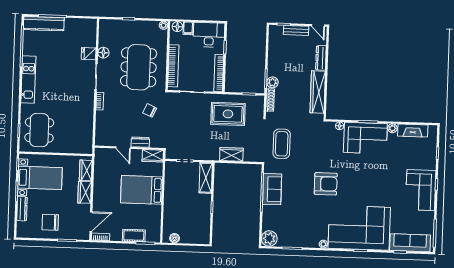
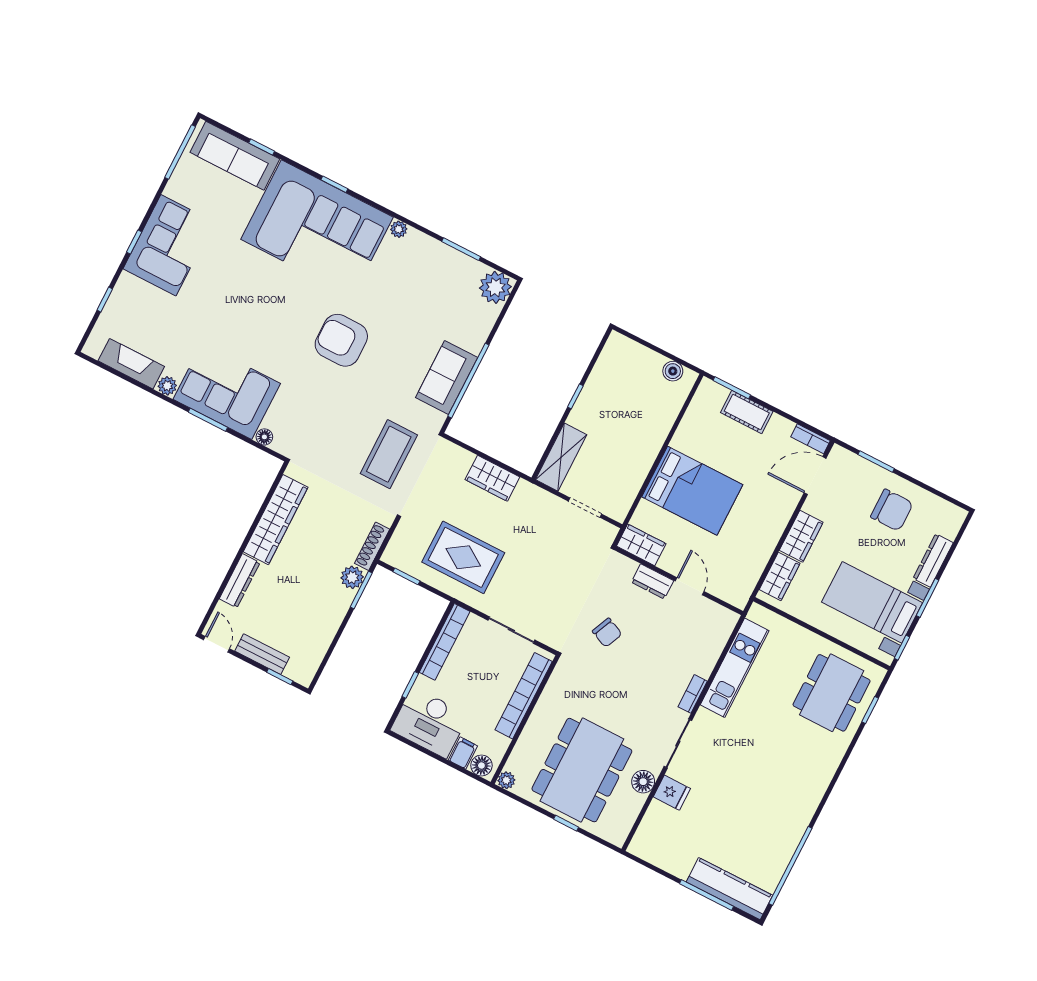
dining table: (139, 67) -> (582, 770), moved
kitchen unit: (28, 79) -> (735, 668), moved, turned 180

